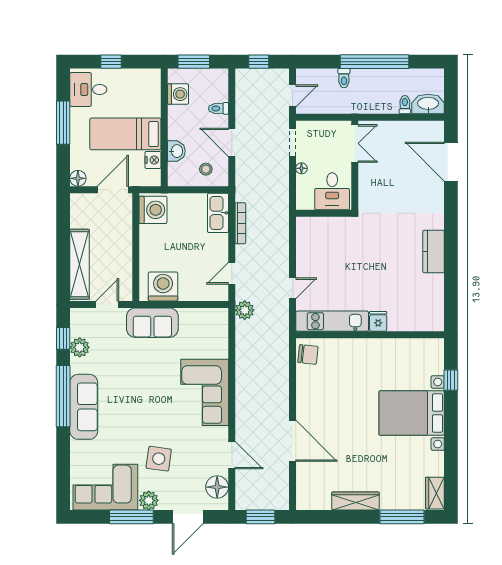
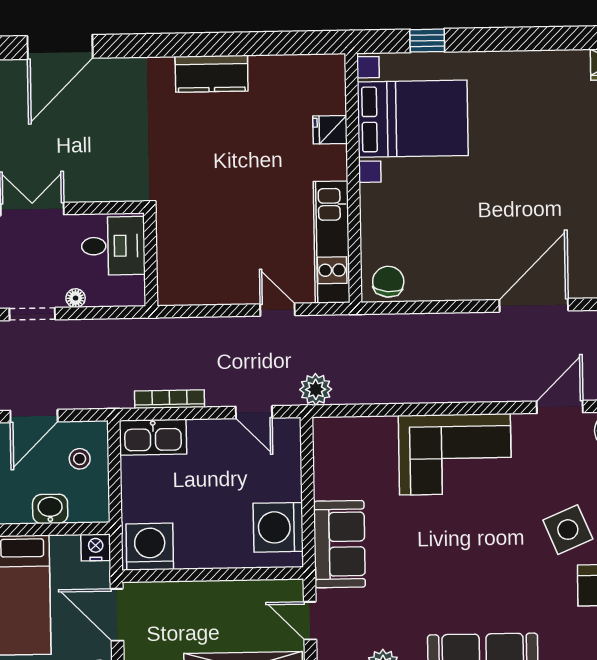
nightstand: (153, 160) -> (96, 547), moved
fridge: (378, 321) -> (330, 130), moved
bed with nightstands: (412, 413) -> (413, 119), moved, turned -90
side table: (159, 459) -> (568, 530), turned -31

